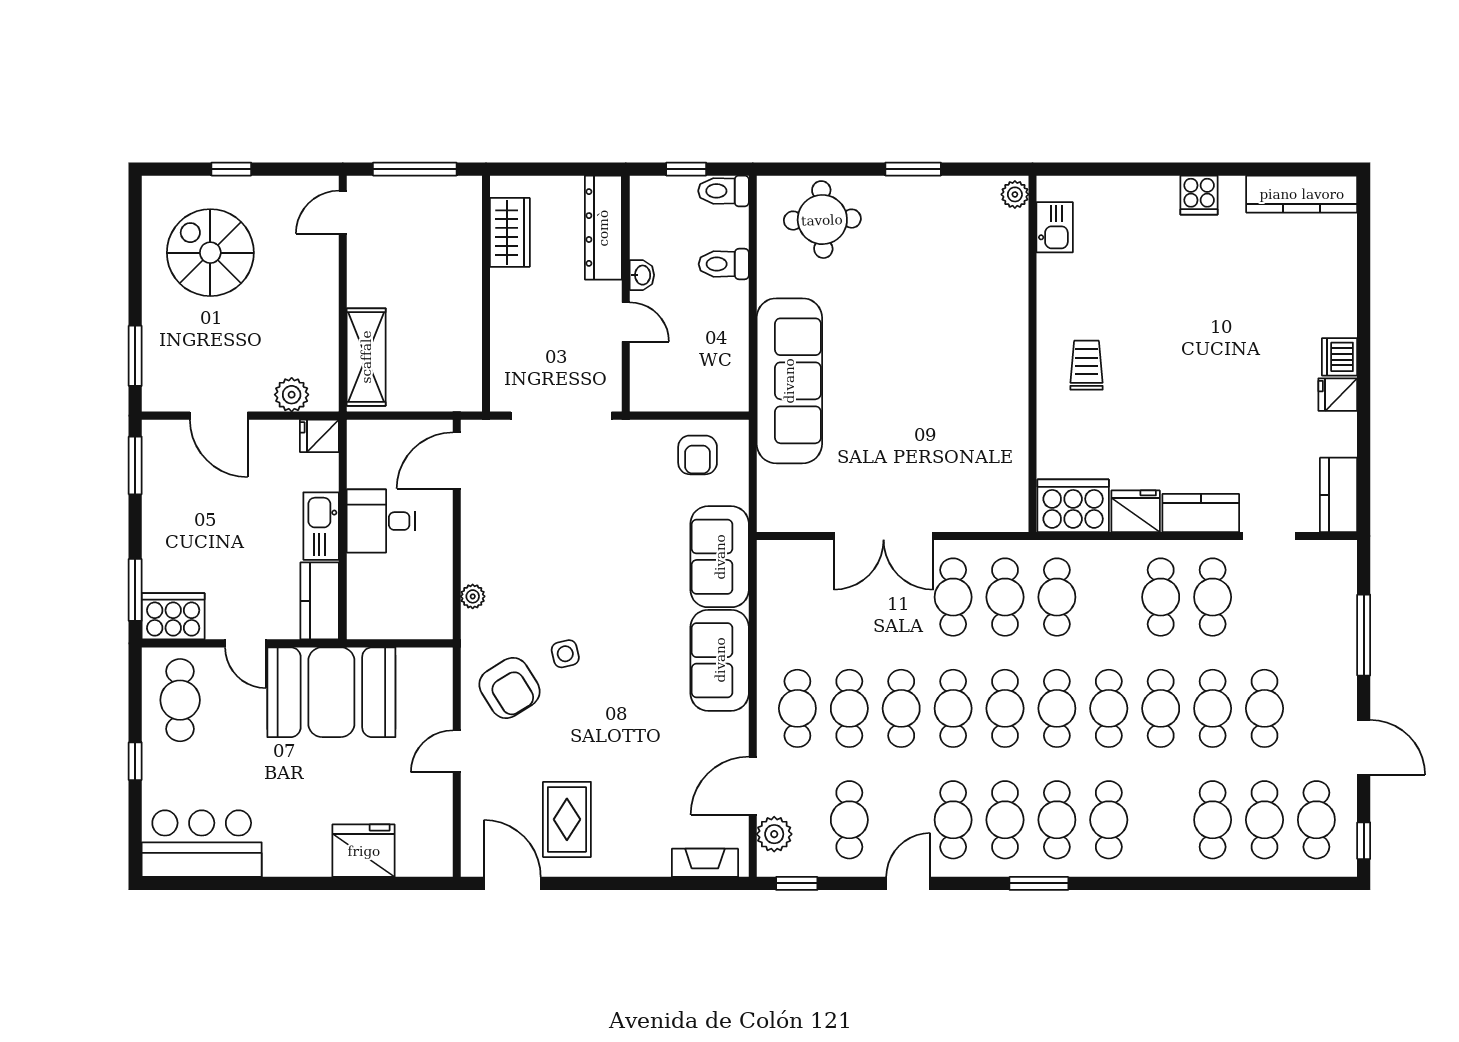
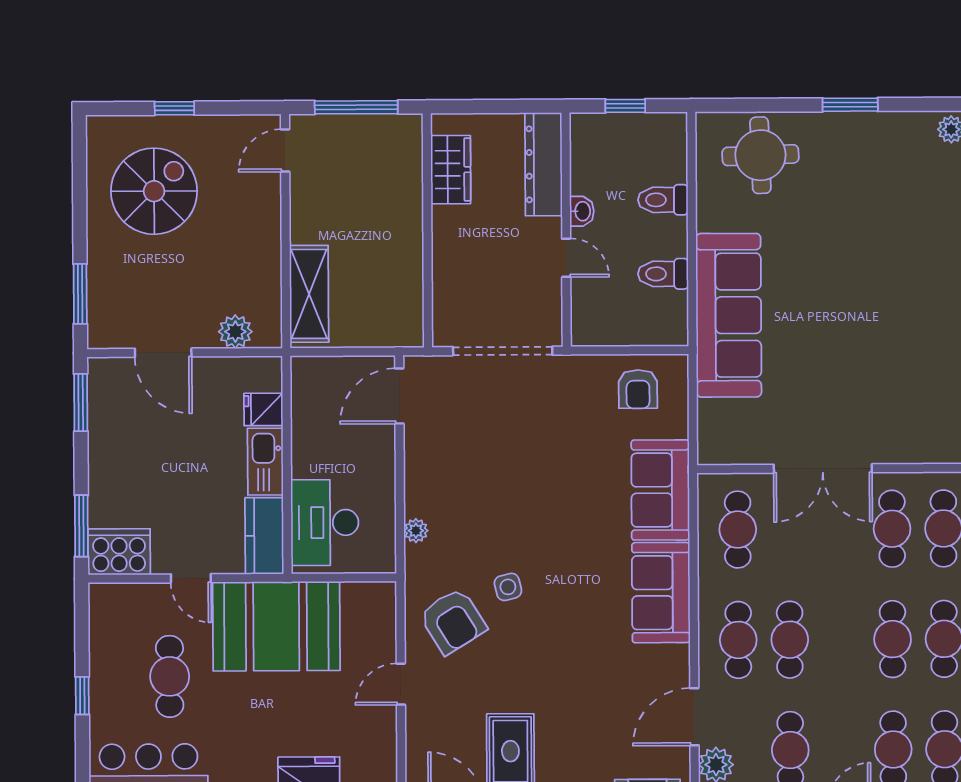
toilet: (723, 191) -> (663, 274), moved
spiral stairs: (210, 253) -> (154, 191), turned 90
fridge: (319, 436) -> (263, 409), moved
desk: (381, 521) -> (325, 523), moved, width x1.37
cafe table: (180, 700) -> (170, 676), moved
cafe table: (901, 708) -> (738, 530), moved

